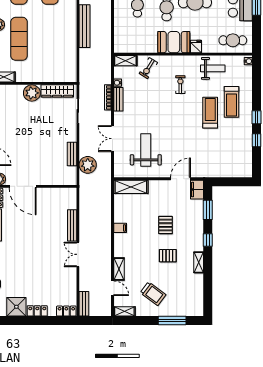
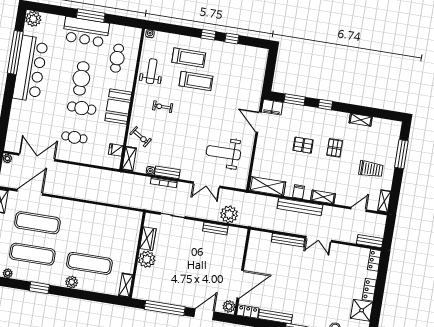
bench: (84, 26) -> (300, 207), moved
cafe table: (233, 40) -> (117, 58), moved
fridge: (196, 46) -> (116, 150), moved
wardrobe: (57, 91) -> (148, 239), width x0.67
treadmill: (210, 113) -> (196, 81), turned 180
shelving: (131, 187) -> (267, 186), moved, turned 90
shelving: (199, 262) -> (361, 120), moved
shelving: (119, 269) -> (323, 197), moved
trolley: (153, 294) -> (371, 169), turned 53

